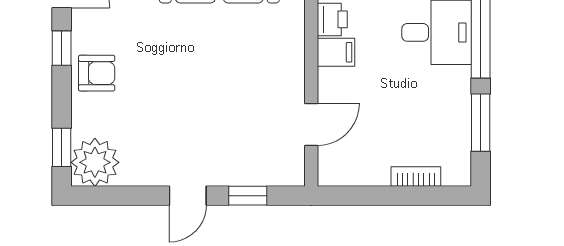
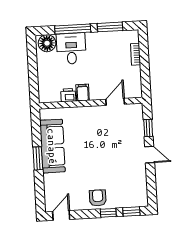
window: (62, 48) -> (108, 213), moved
door: (311, 124) -> (115, 102), hinge flipped
plant: (95, 162) -> (137, 196), removed

